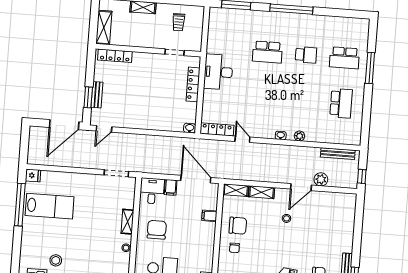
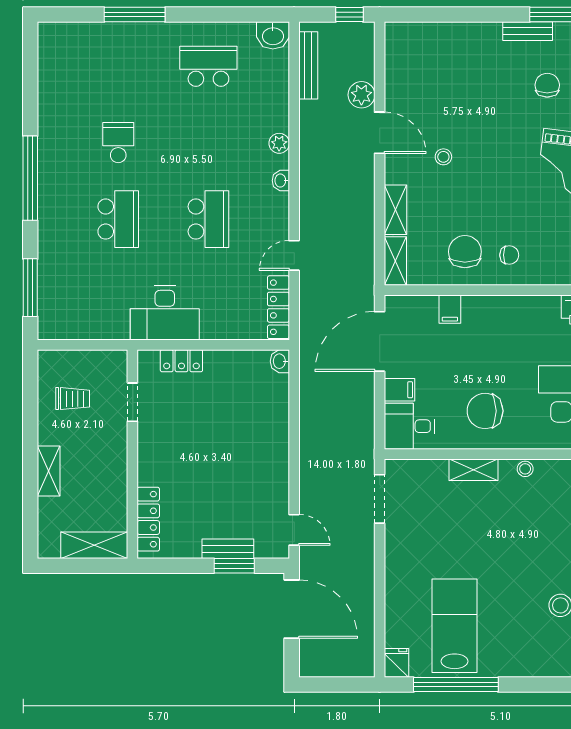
school desk: (344, 58) -> (208, 219), moved
locker: (193, 84) -> (181, 361), width x0.66
washbasin: (354, 137) -> (273, 35), added

